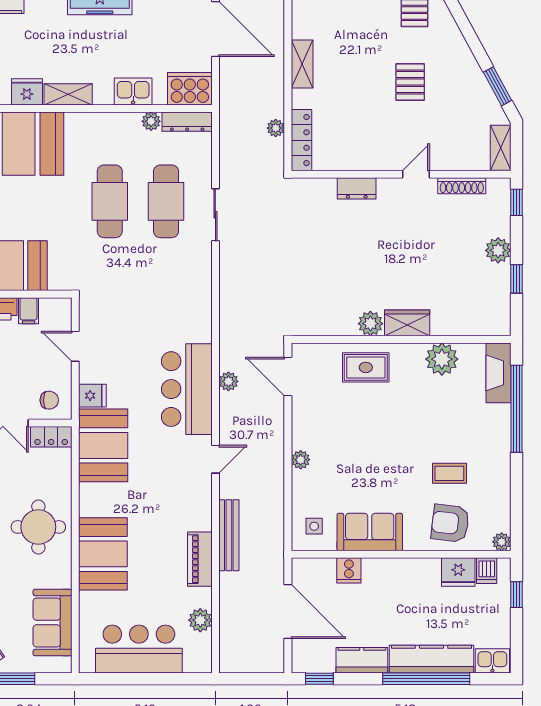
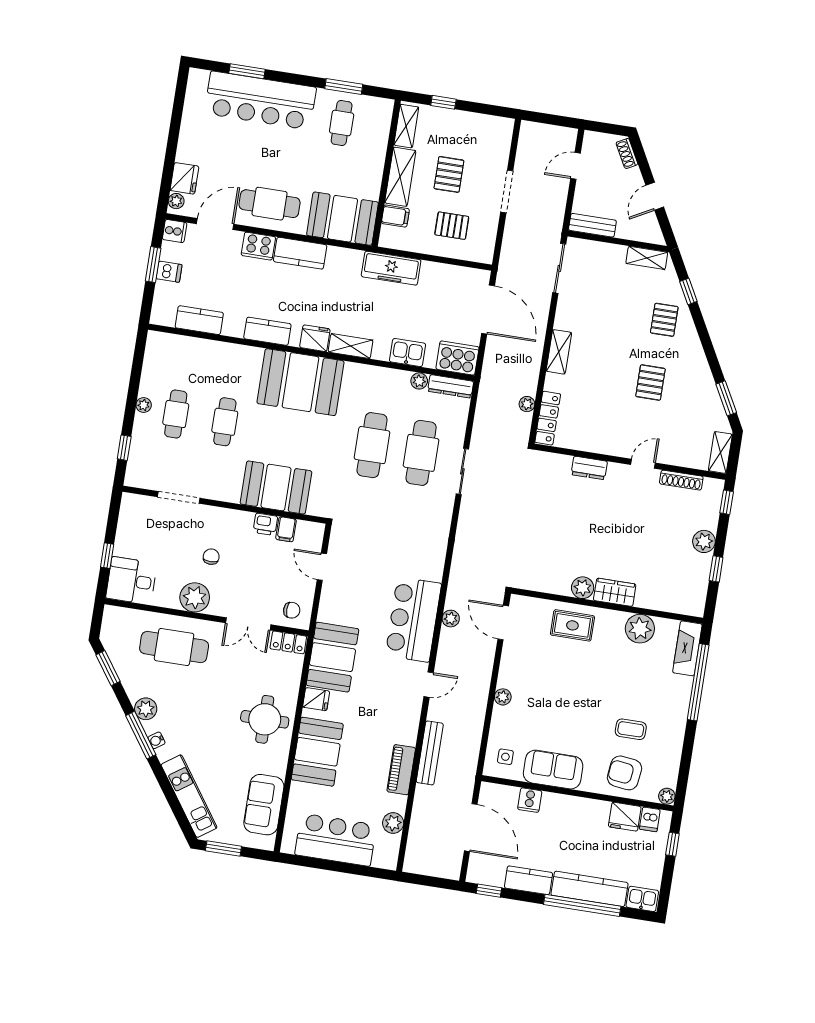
fridge: (92, 396) -> (316, 699), moved

